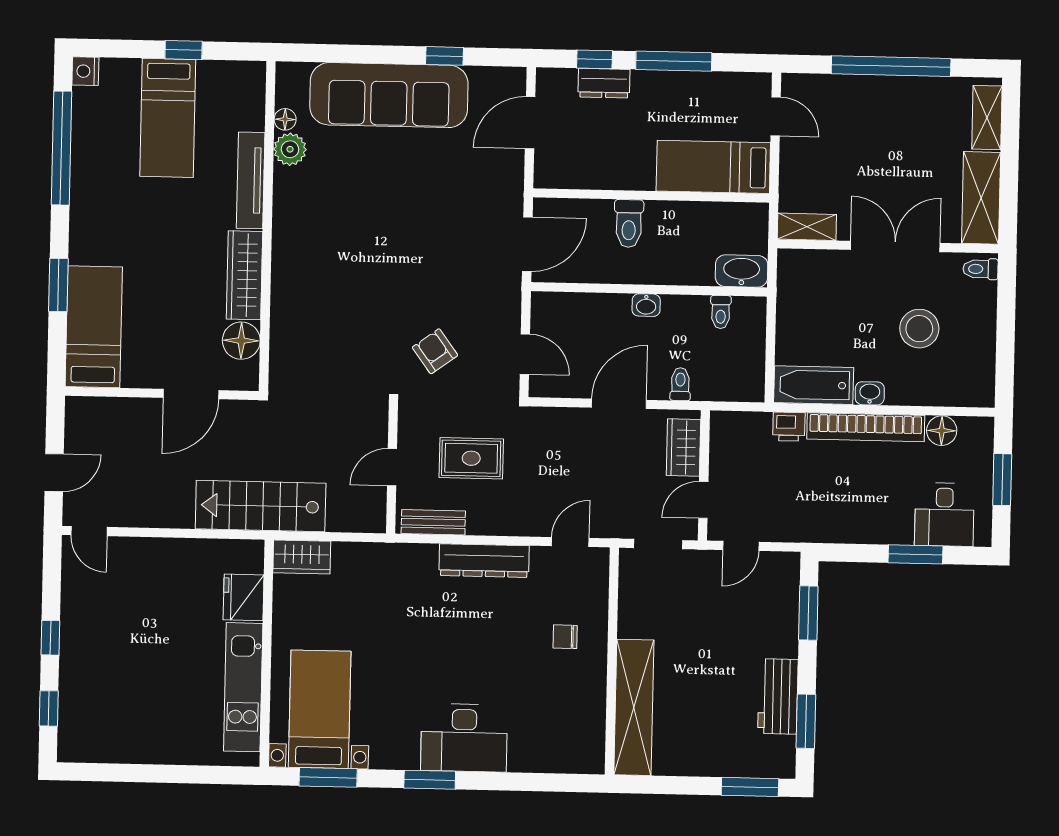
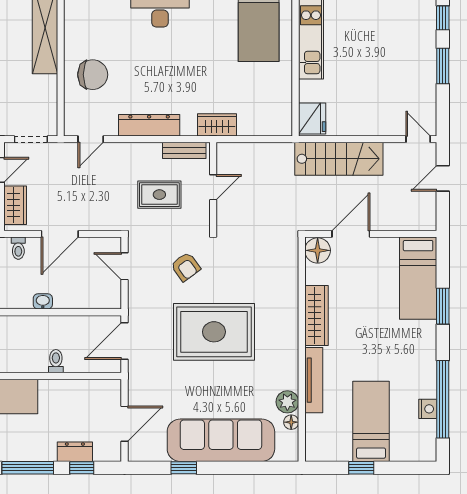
nightstand: (85, 71) -> (428, 409), moved
toilet: (629, 224) -> (56, 361), width x0.73, depth x0.72
rug: (396, 255) -> (214, 332), added
floor lamp: (241, 341) -> (318, 250), moved
stairs: (261, 506) -> (339, 159), moved
wardrobe: (302, 557) -> (217, 125), moved
fridge: (244, 597) -> (312, 119), moved
chair: (565, 637) -> (93, 75), width x1.87, depth x1.87
window: (50, 638) -> (443, 66), width x1.50

